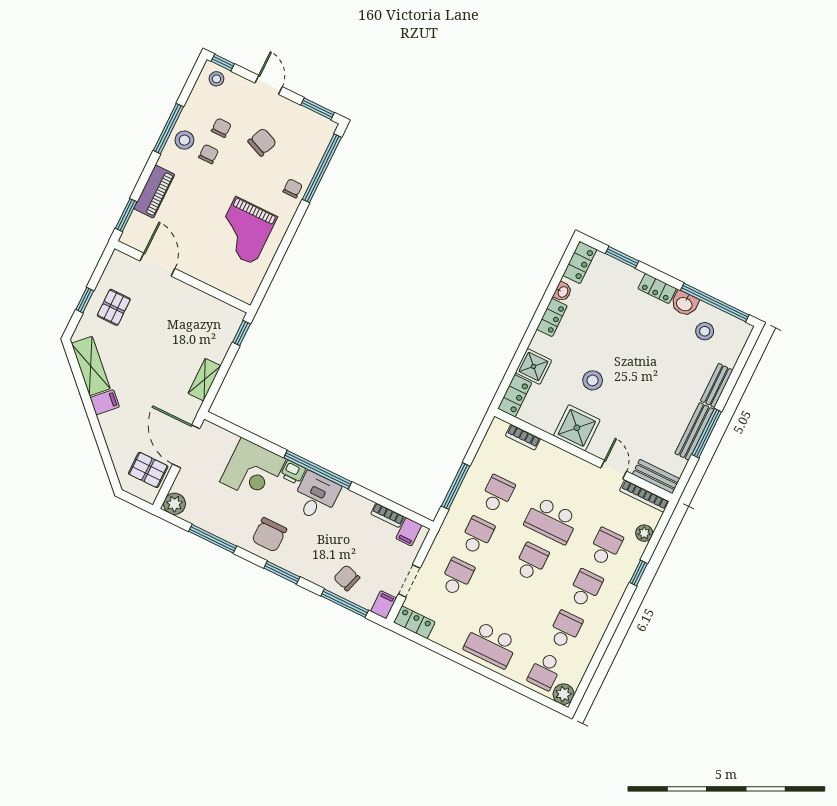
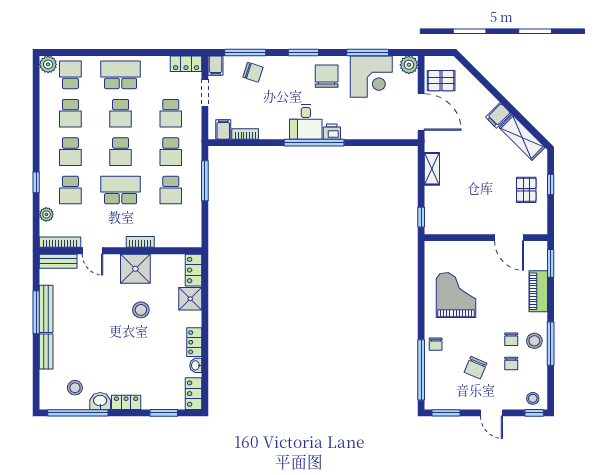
bookcase: (523, 437) -> (140, 242), moved
corner desk: (253, 470) -> (371, 77), moved, turned 180
school desk: (511, 603) -> (121, 113), added

